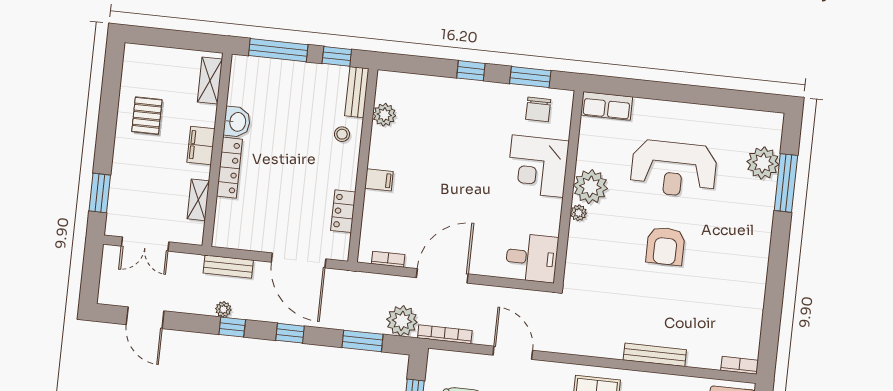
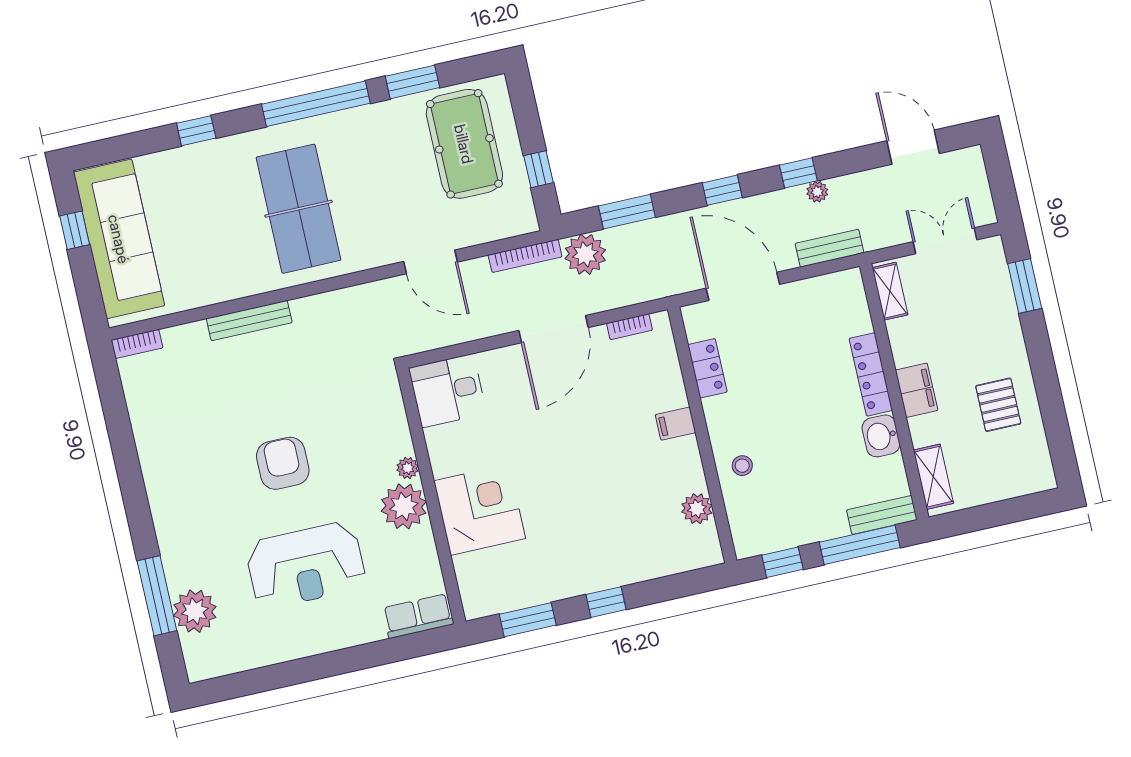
bench: (357, 92) -> (882, 515), moved, turned 90
chair: (538, 109) -> (504, 582), removed
reception desk: (674, 169) -> (306, 565), turned 180
shelving: (198, 200) -> (890, 291), moved

